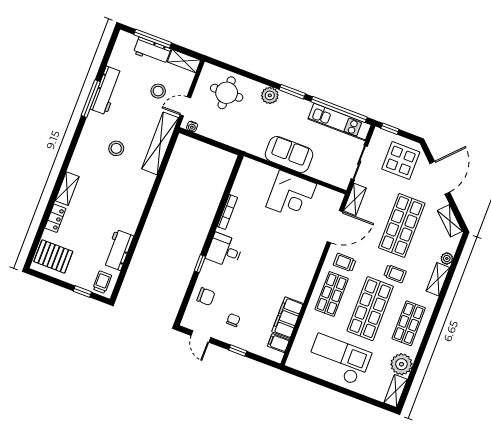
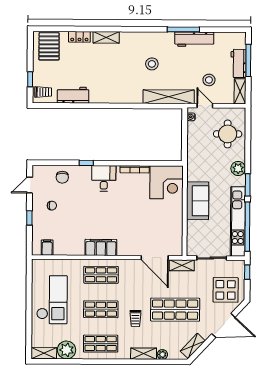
kitchen unit: (340, 122) -> (238, 221), width x1.36
corner desk: (291, 195) -> (167, 182), moved, turned -90
trolley: (345, 262) -> (129, 276), removed
shop shelf: (370, 309) -> (101, 309), width x0.70, depth x0.74
filing cabinet: (288, 318) -> (101, 247), moved

